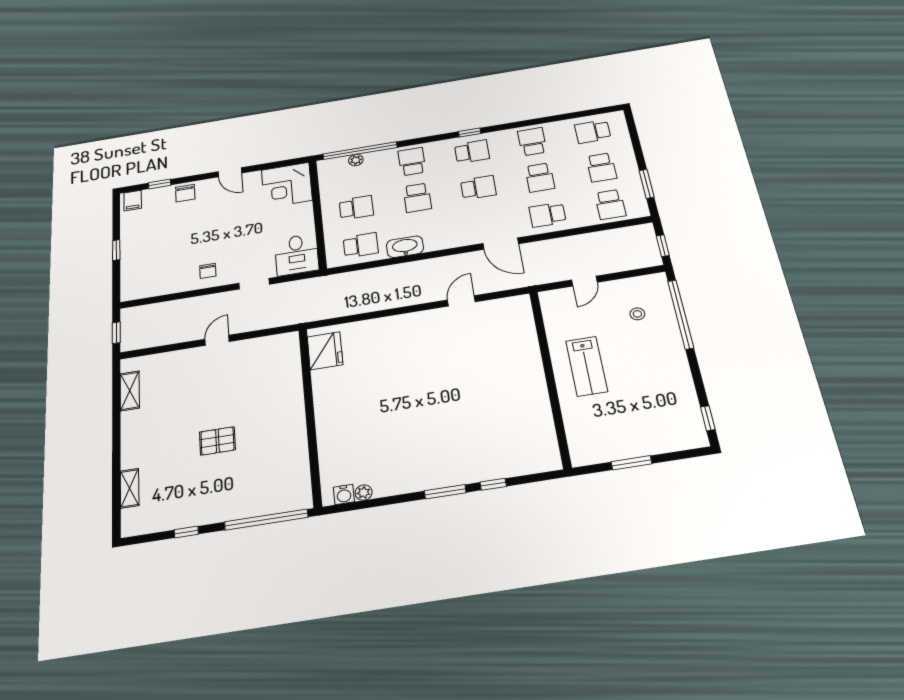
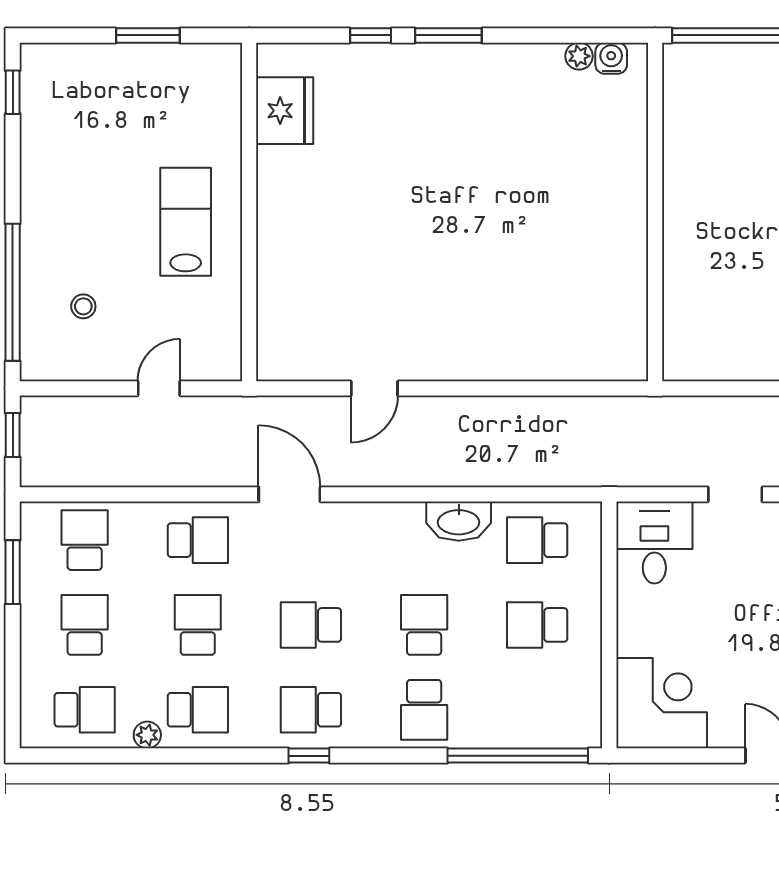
school desk: (532, 142) -> (198, 710), turned -90
plant: (356, 160) -> (147, 735), moved
fridge: (325, 351) -> (285, 111), moved, turned 180

